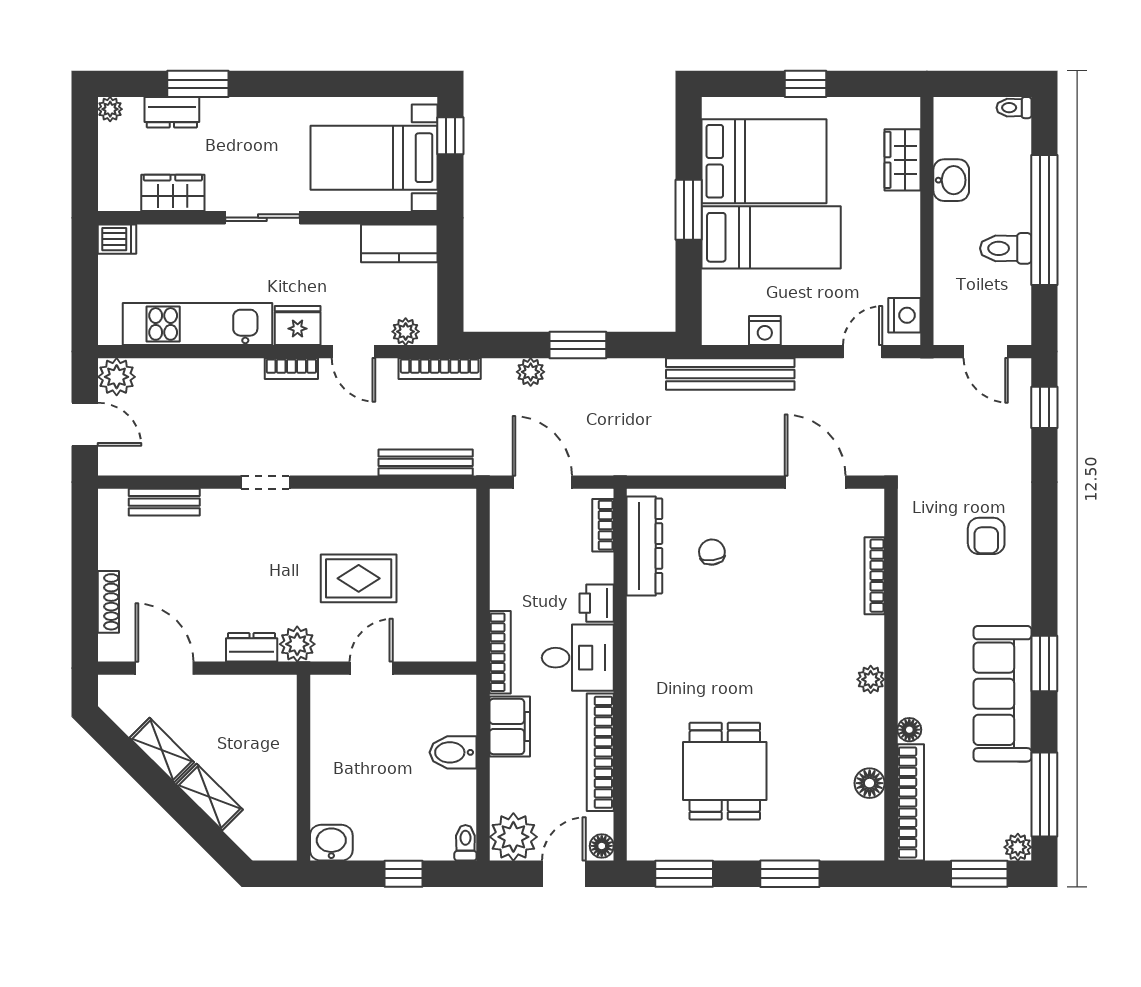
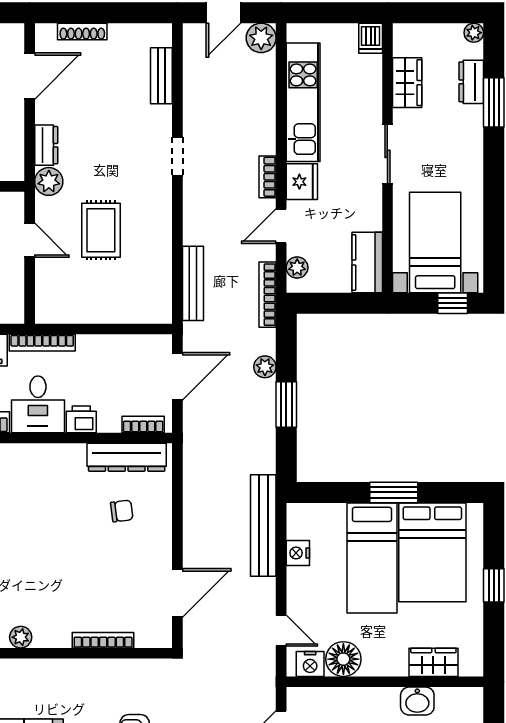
floor lamp: (898, 273) -> (343, 659), added

